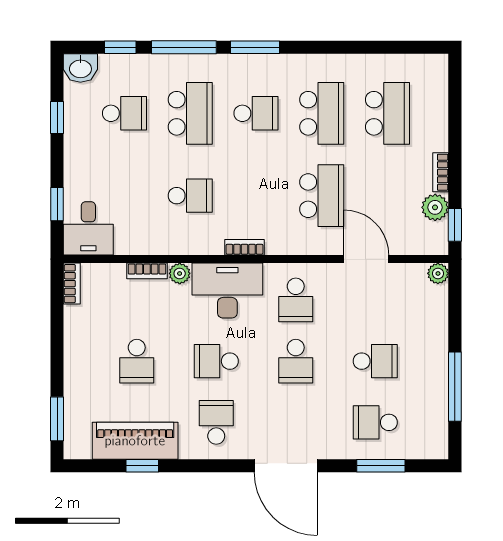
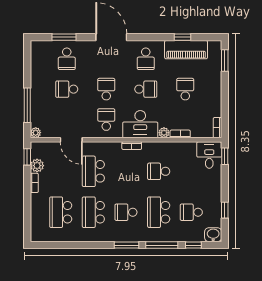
window: (57, 204) -> (225, 156), moved
window: (455, 387) -> (27, 105), moved
school desk: (375, 422) -> (67, 59), turned 90

